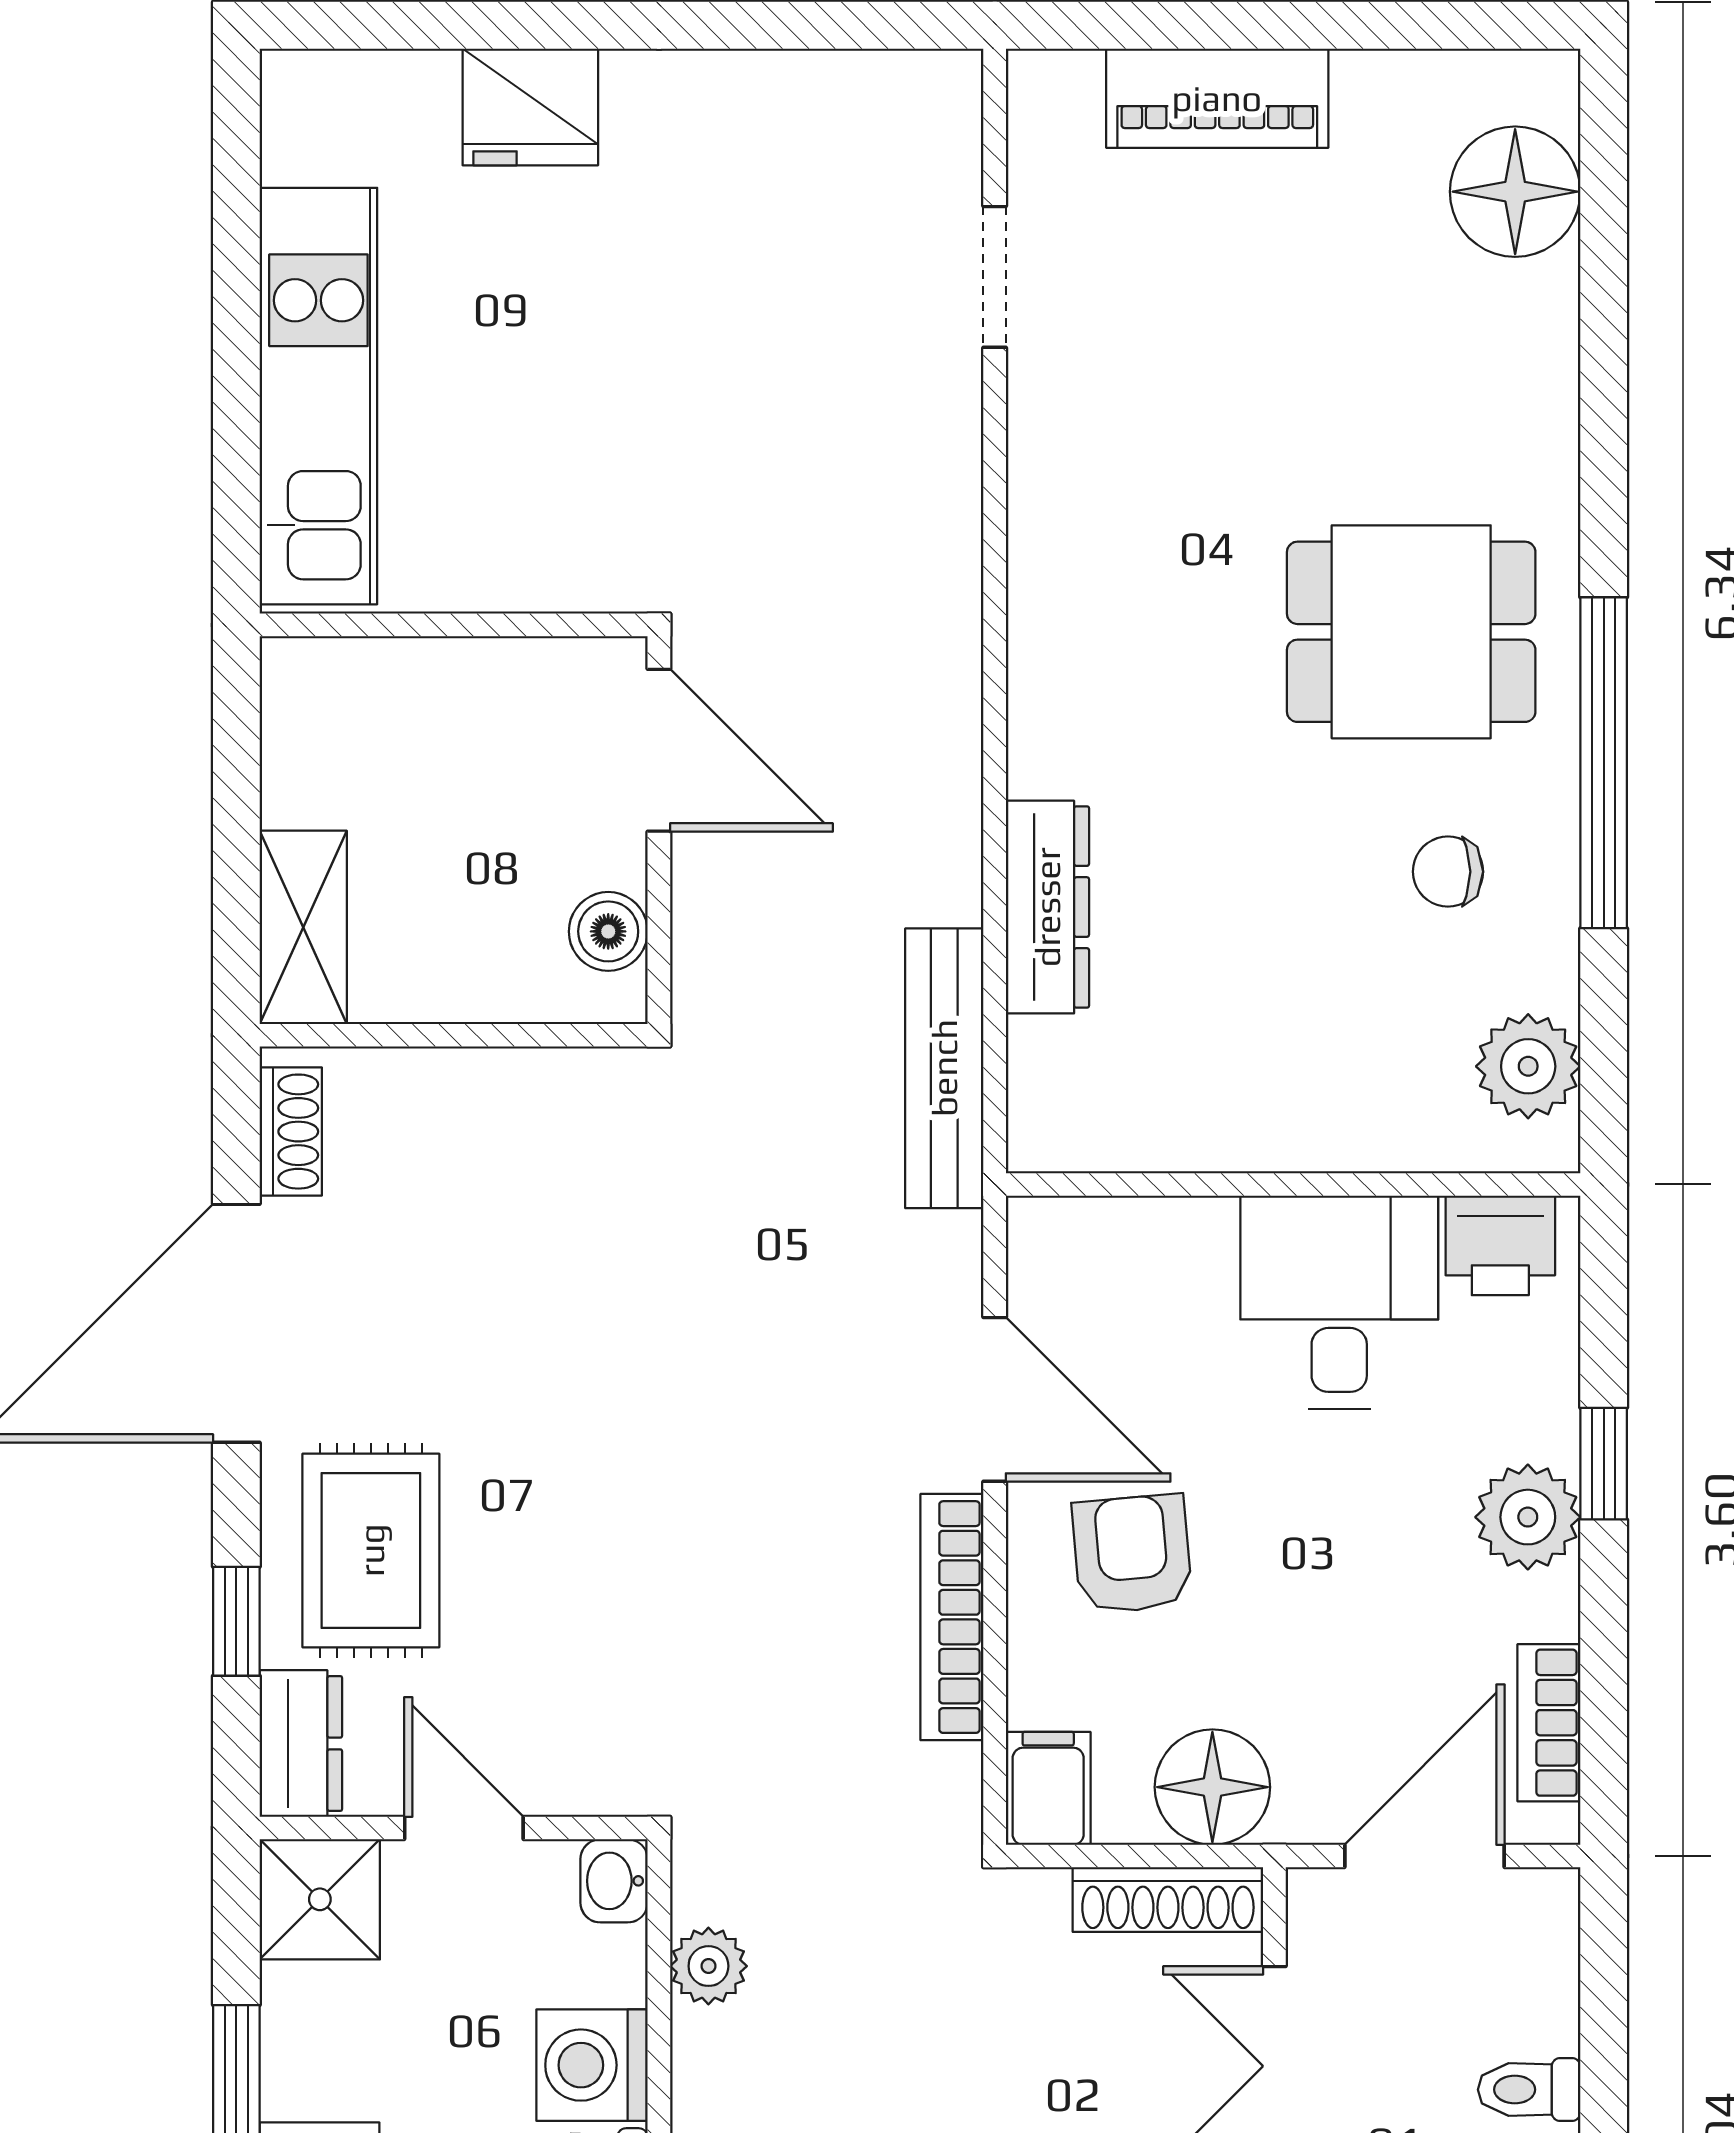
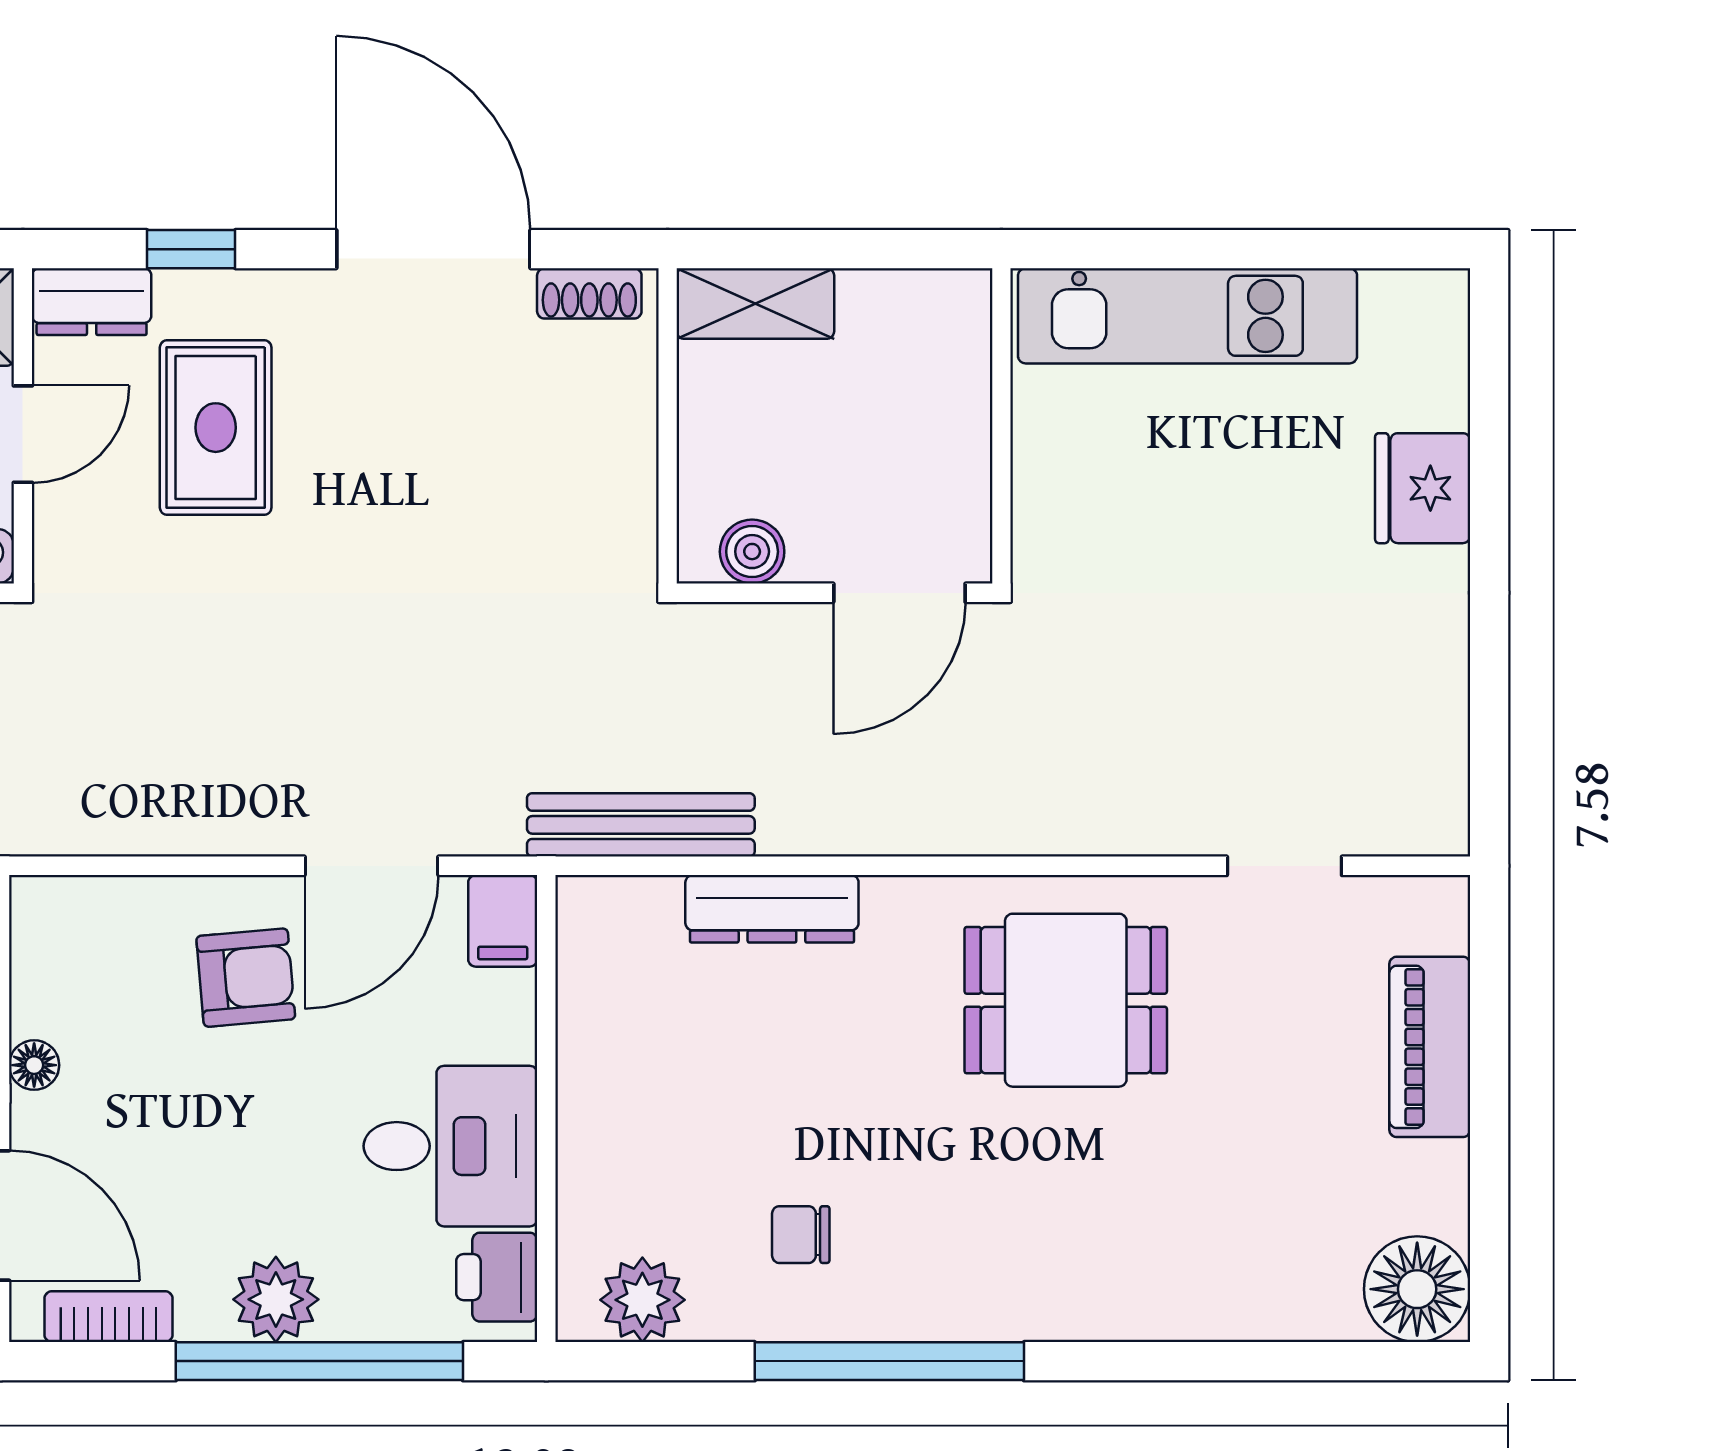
floor lamp: (1515, 192) -> (1417, 1289), moved
dining table: (1411, 632) -> (1066, 1000), moved, turned 90
chair: (1448, 872) -> (801, 1235), turned -90
window: (1604, 1464) -> (319, 1361), width x3.17
rug: (371, 1550) -> (216, 428), moved, turned 90
bookcase: (952, 1617) -> (194, 831), removed
floor lamp: (1212, 1787) -> (34, 1065), width x0.53, depth x0.53
filing cabinet: (1048, 1788) -> (503, 921), moved, turned 90

